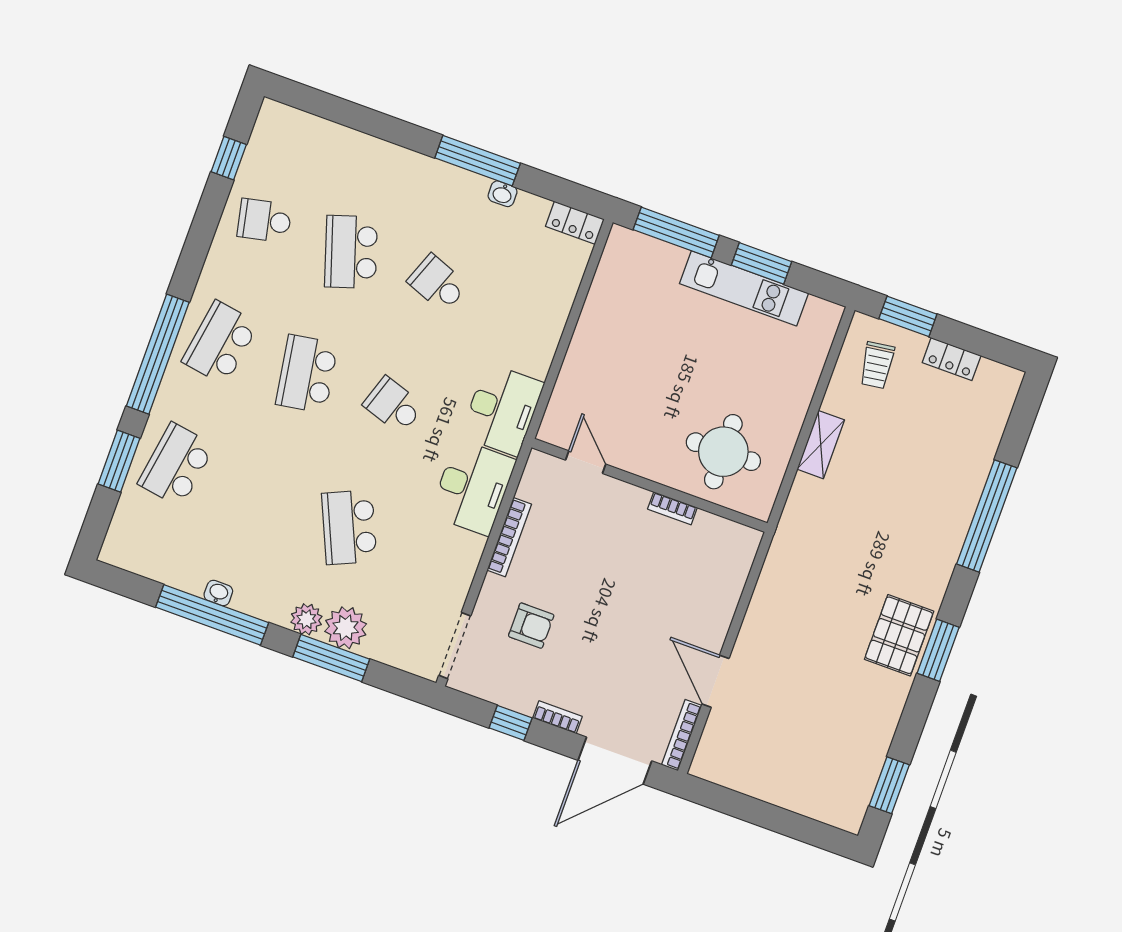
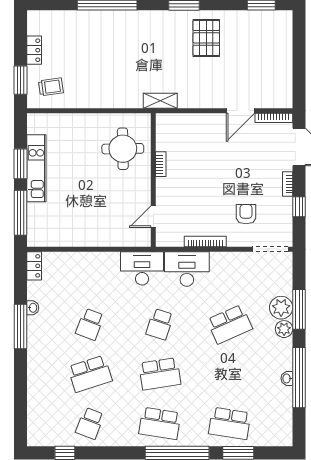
school desk: (265, 221) -> (90, 423), turned 33
shelving: (821, 445) -> (160, 101), moved
pallet: (899, 635) -> (206, 38), moved, turned 90

